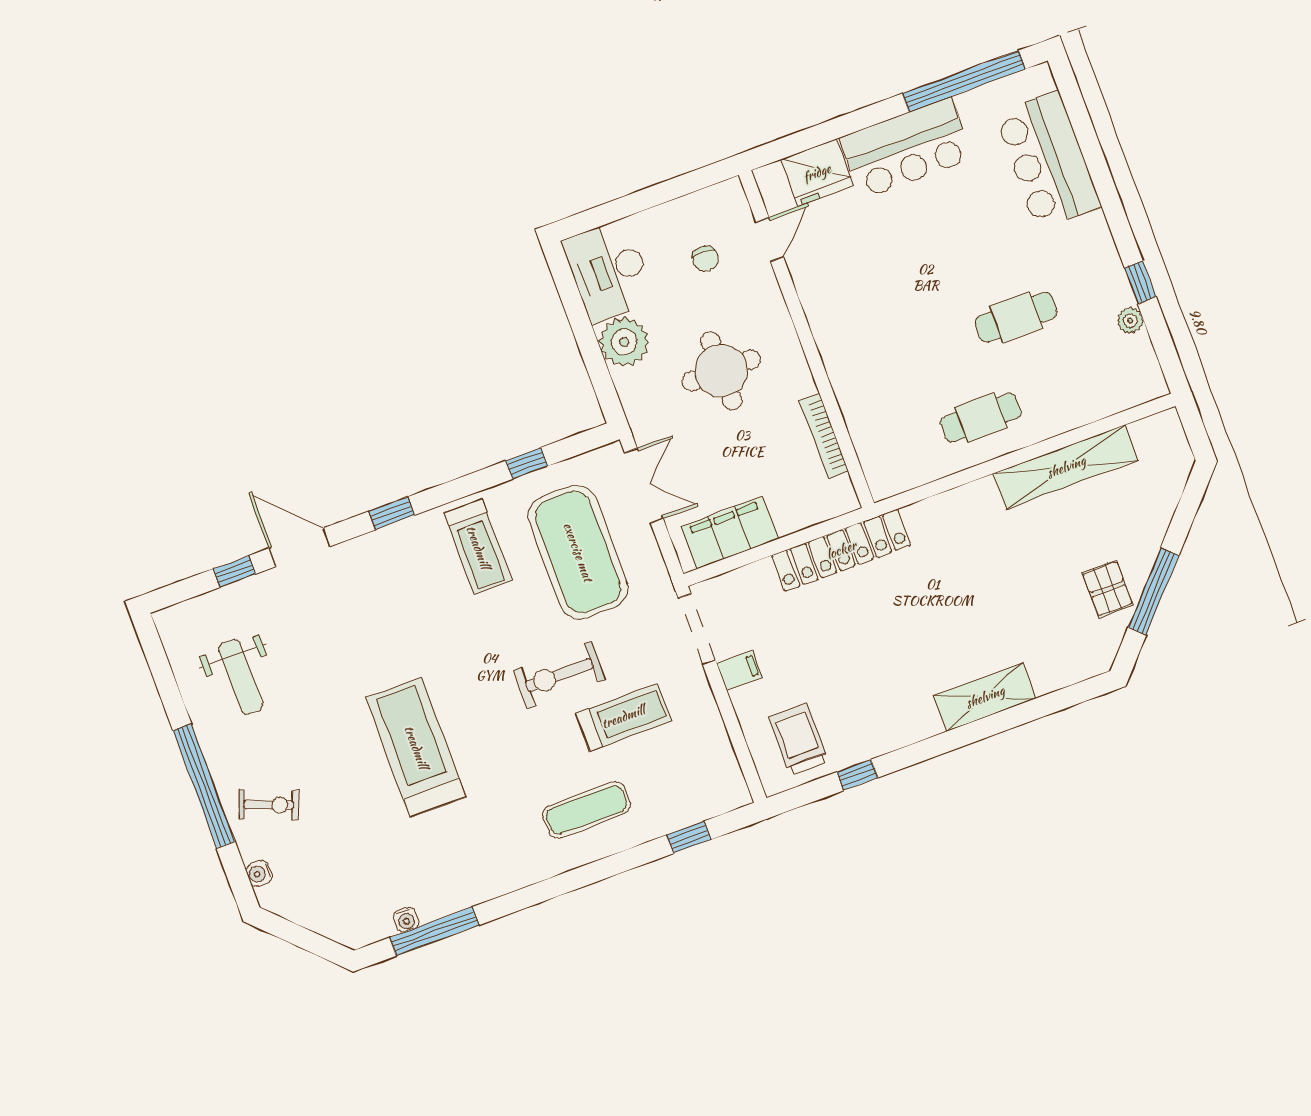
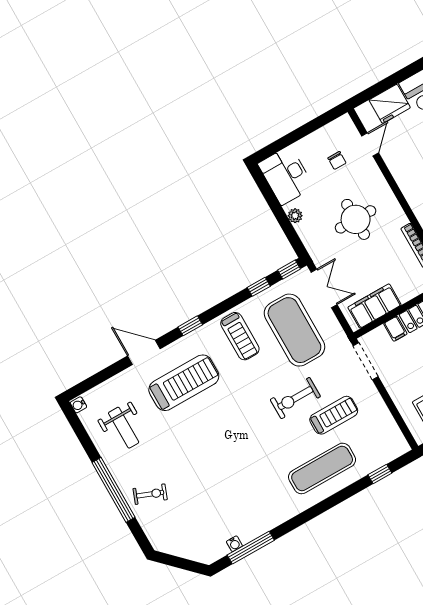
plant: (624, 342) -> (295, 216), width x0.53, depth x0.53
window: (234, 571) -> (289, 270), moved
filing cabinet: (740, 670) -> (395, 329), moved, turned 90
treadmill: (416, 747) -> (184, 383), moved, turned 90
exercise mat: (586, 810) -> (322, 468), width x1.36, depth x1.45
water cooler: (259, 873) -> (78, 405), moved

